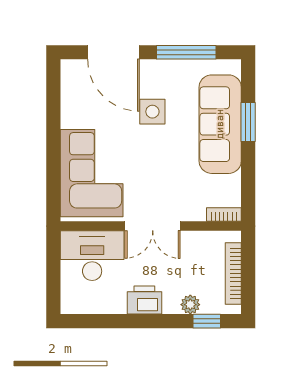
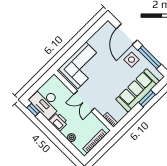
side table: (152, 112) -> (132, 60), moved
desk: (92, 256) -> (46, 102), moved, turned 180
window: (207, 321) -> (33, 110), moved

